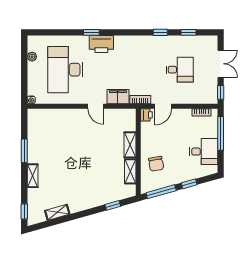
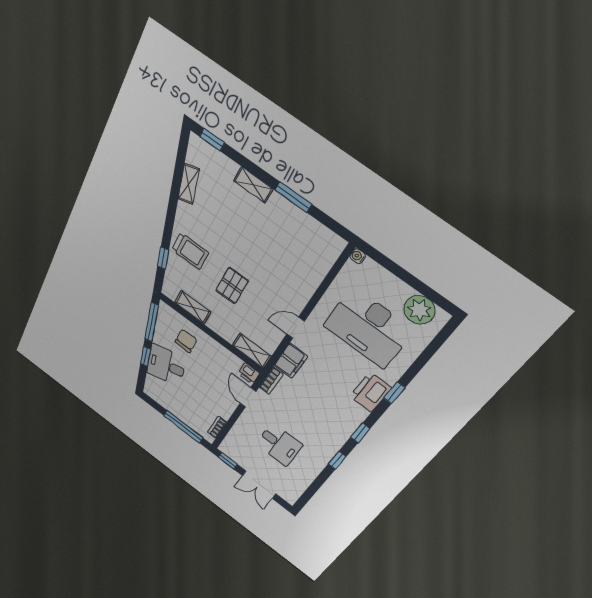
window: (188, 32) -> (360, 433), moved
plant: (32, 57) -> (419, 310), width x1.88, depth x1.88
desk: (65, 70) -> (368, 328), turned 180
desk: (180, 70) -> (279, 445), turned -90
shelving: (130, 145) -> (252, 351), moved
desk: (204, 152) -> (166, 365), moved, turned 74
pallet: (98, 156) -> (232, 286), added
chair: (156, 164) -> (186, 341), turned 100
trolley: (96, 191) -> (190, 251), added

